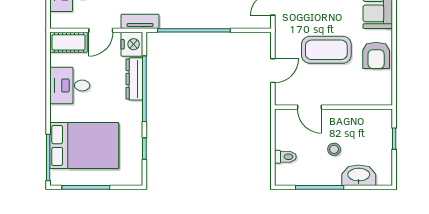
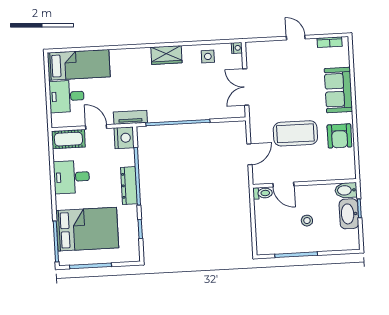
door: (101, 30) -> (96, 127), swing flipped
dresser: (134, 79) -> (129, 186), moved
bidet: (380, 117) -> (346, 190), added
toilet: (285, 157) -> (263, 193), moved
washbasin: (359, 175) -> (349, 214), moved, turned -90

